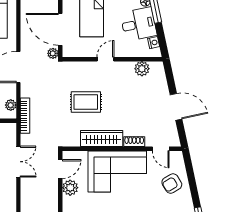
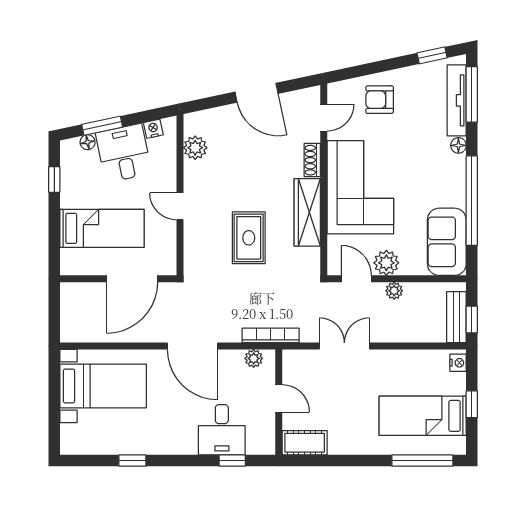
plant: (53, 53) -> (394, 291), moved
door: (176, 107) -> (256, 93), swing flipped
armchair: (172, 183) -> (380, 100), turned 121

